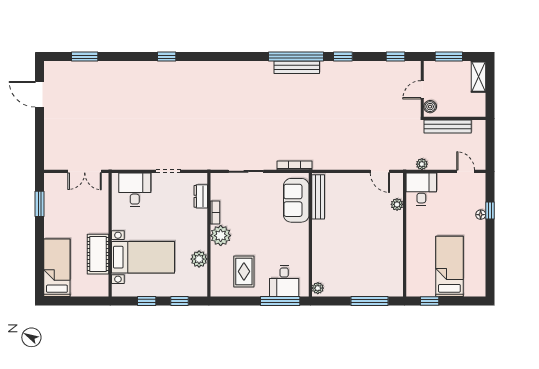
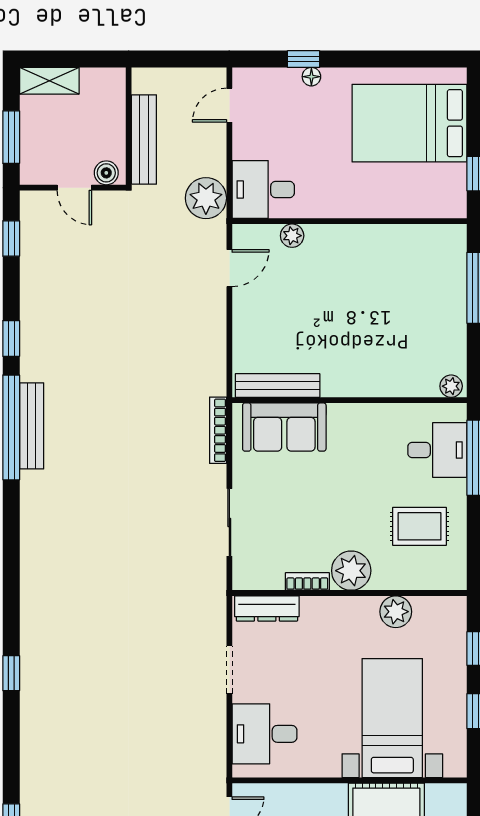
plant: (422, 164) -> (206, 198), width x1.88, depth x1.88
dresser: (201, 196) -> (267, 608), width x1.44
bed: (449, 266) -> (409, 123), width x1.50

